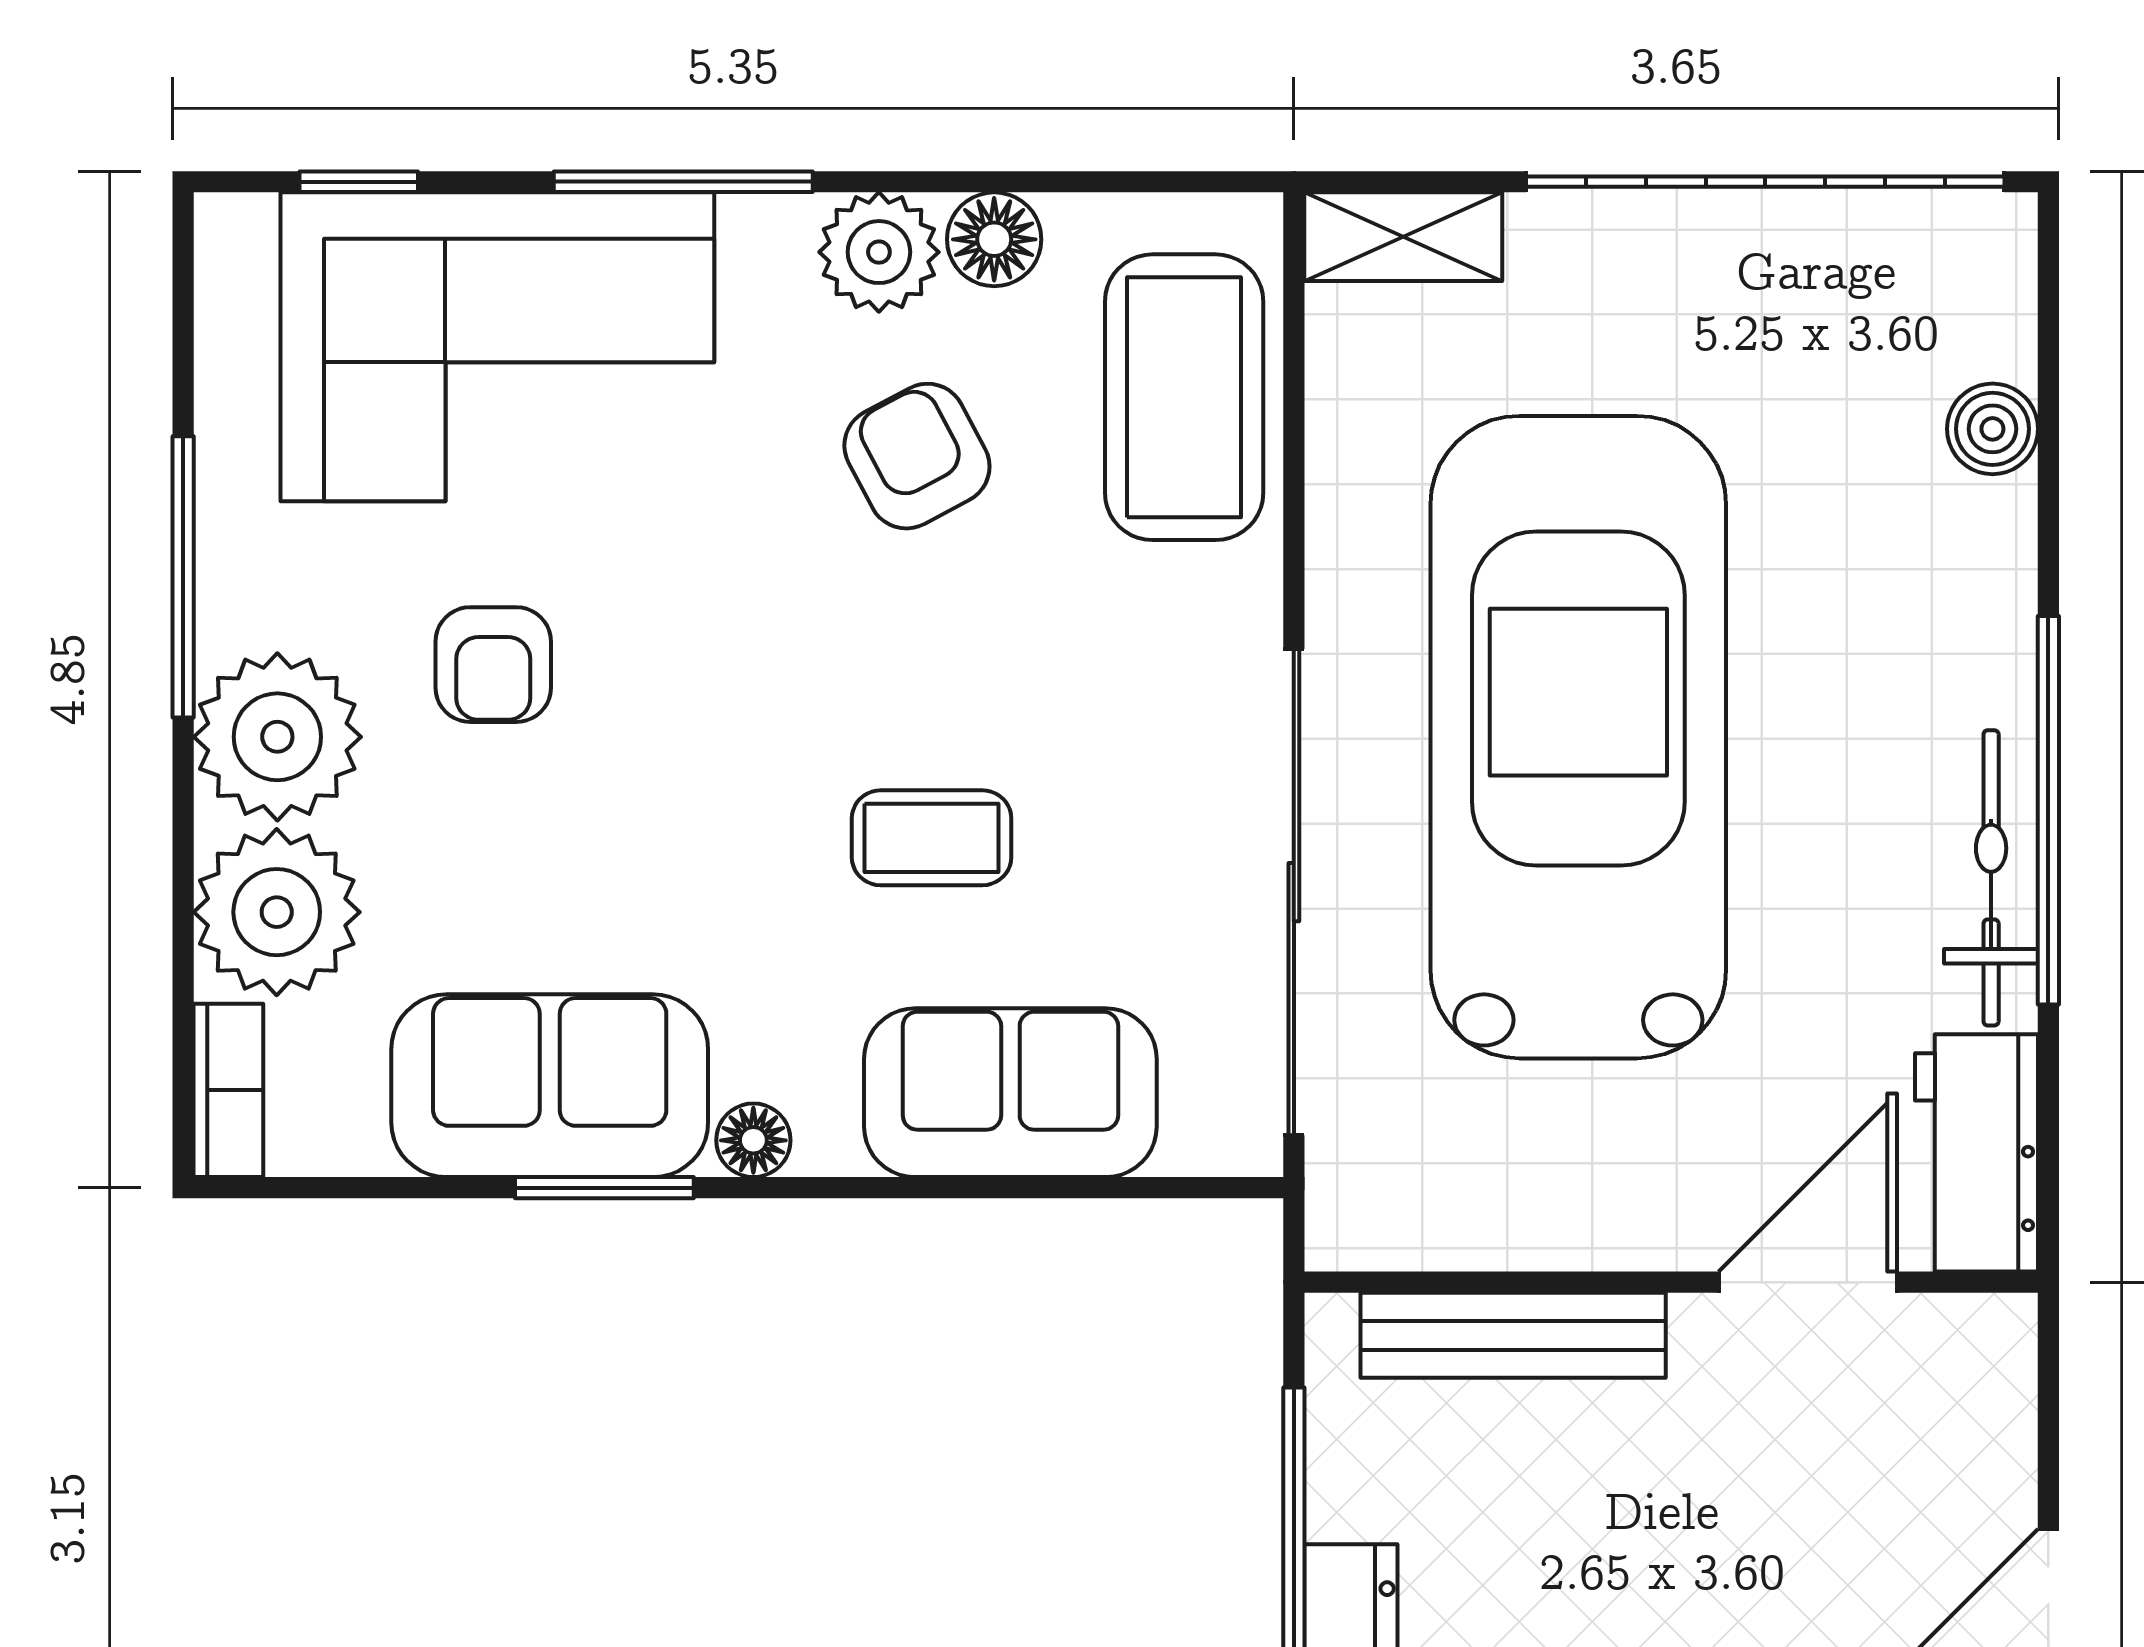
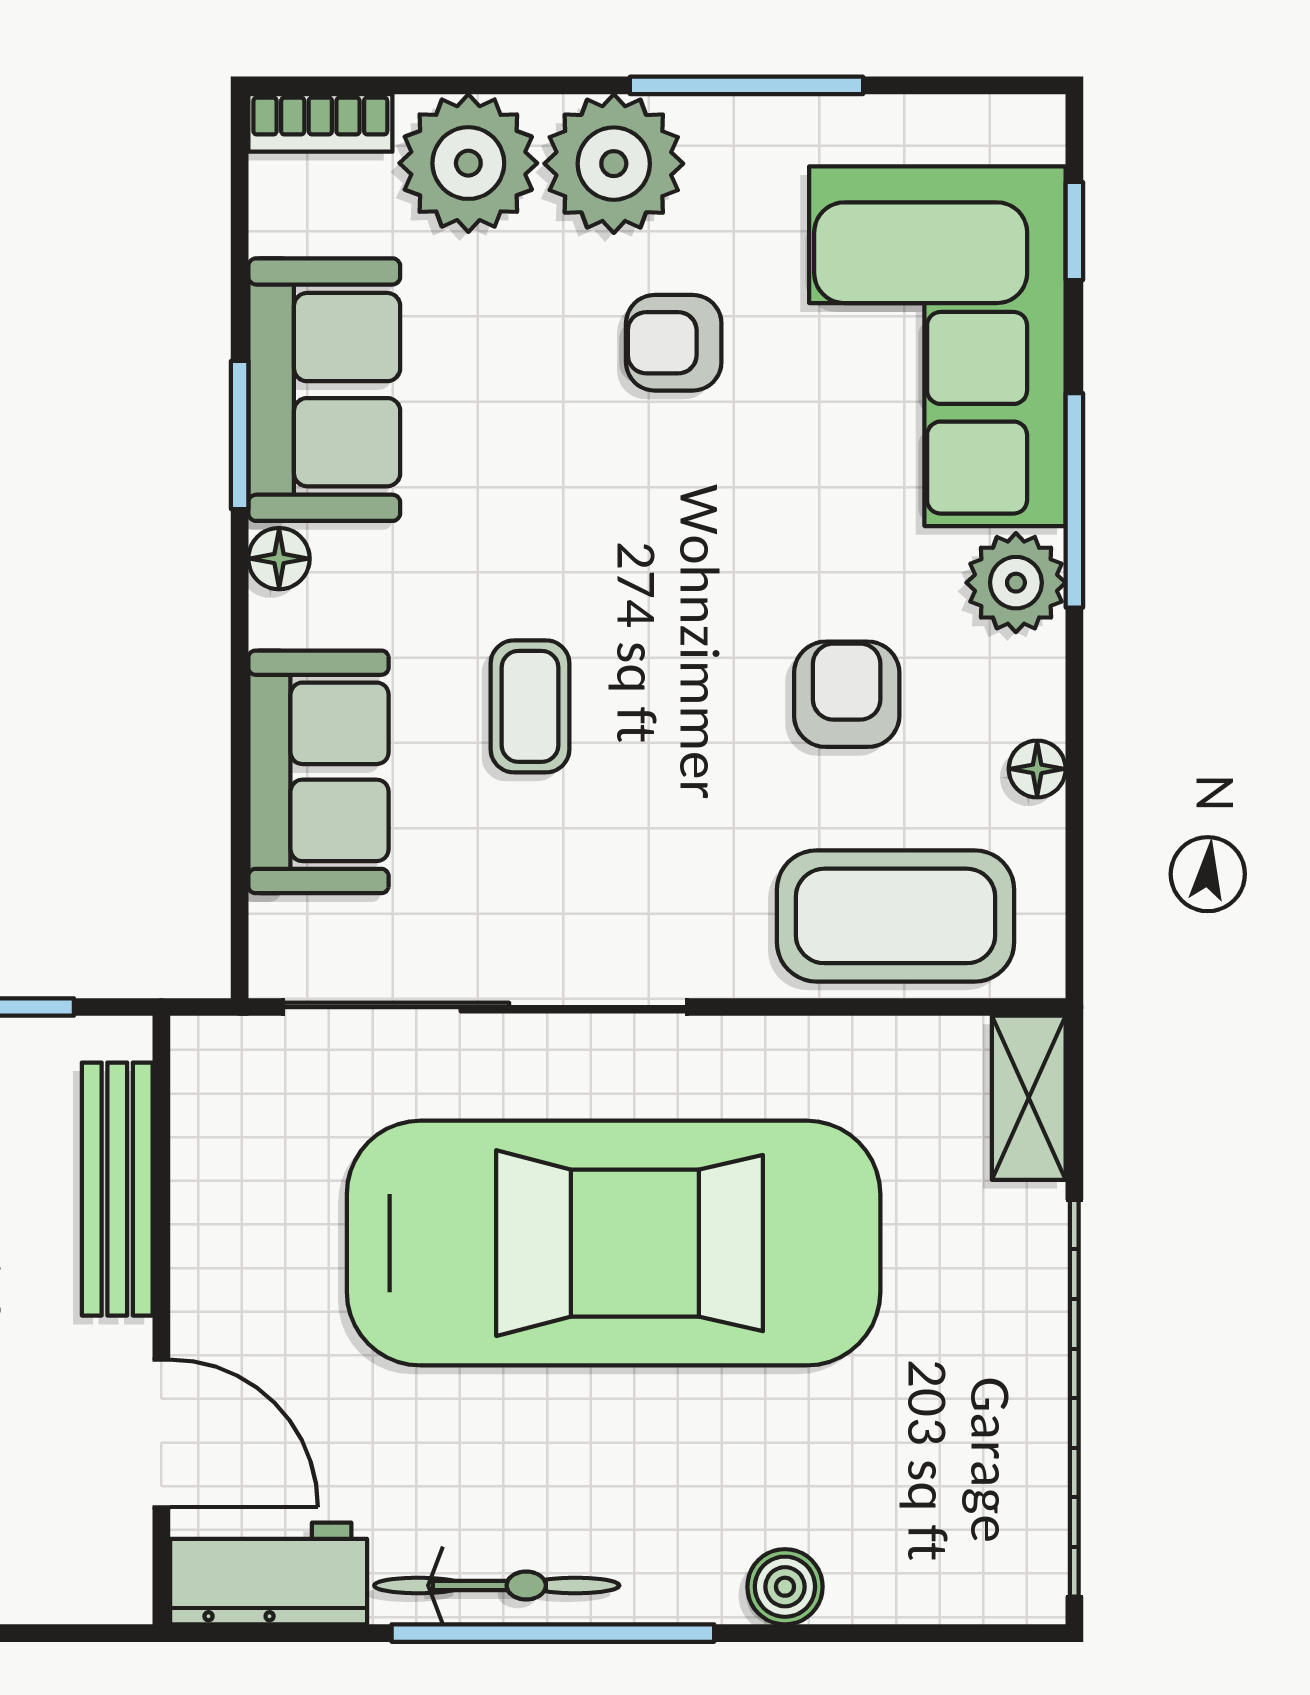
floor lamp: (994, 239) -> (1037, 769), width x0.73, depth x0.73
plant: (879, 252) -> (1016, 583), moved
boiler: (1992, 429) -> (785, 1587), moved
armchair: (917, 456) -> (847, 694), turned -62

